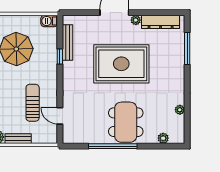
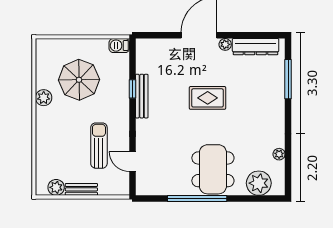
bench: (68, 42) -> (142, 96), moved
rug: (121, 64) -> (208, 98), width x0.54, depth x0.49
plant: (163, 138) -> (259, 183), width x1.87, depth x1.87

